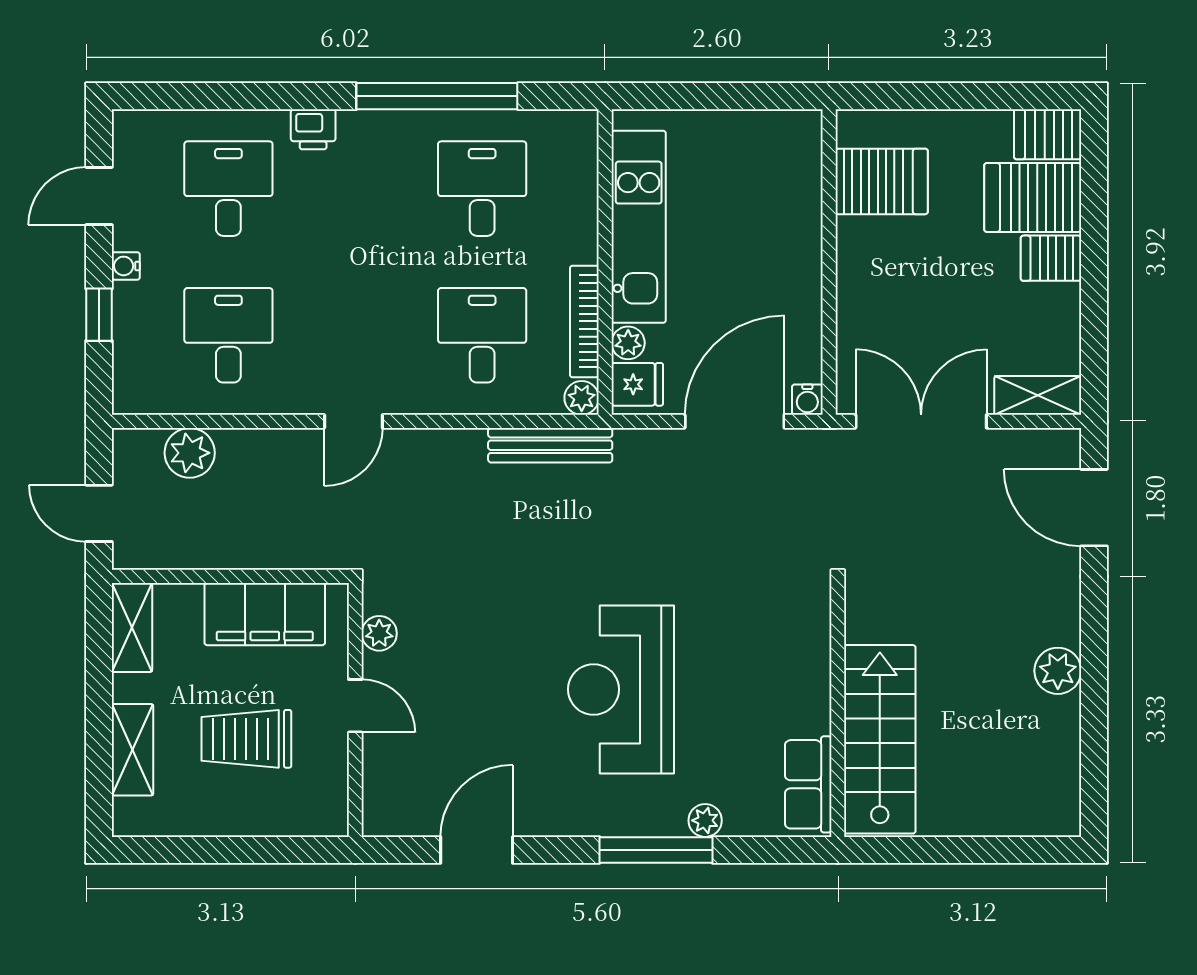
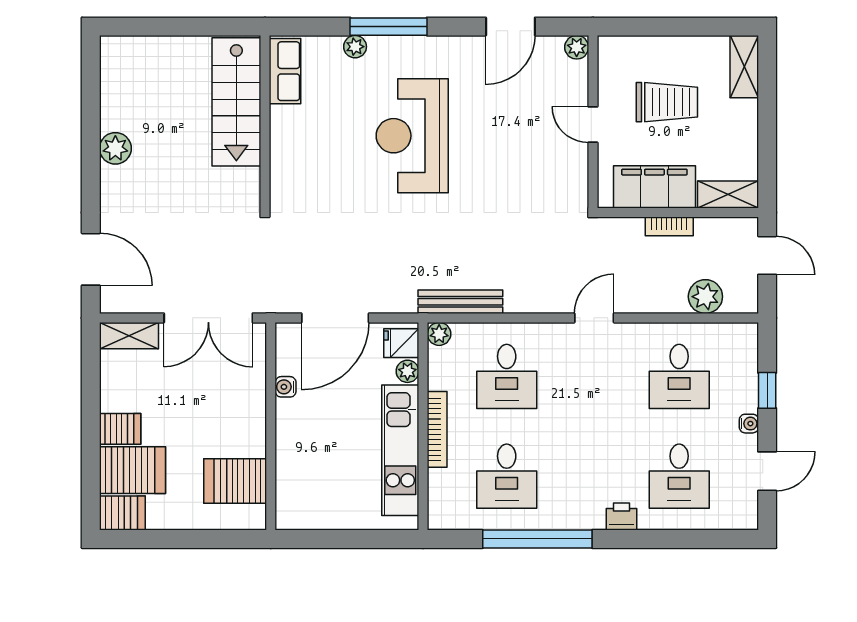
bookcase: (584, 321) -> (437, 429), moved
water cooler: (807, 400) -> (286, 387), moved, turned -90
bookcase: (243, 556) -> (669, 226), added
shelving: (132, 628) -> (728, 194), moved, turned 90
plant: (379, 633) -> (577, 47), moved
reception desk: (621, 689) -> (412, 136), turned 180
shelving: (133, 750) -> (744, 67), moved

